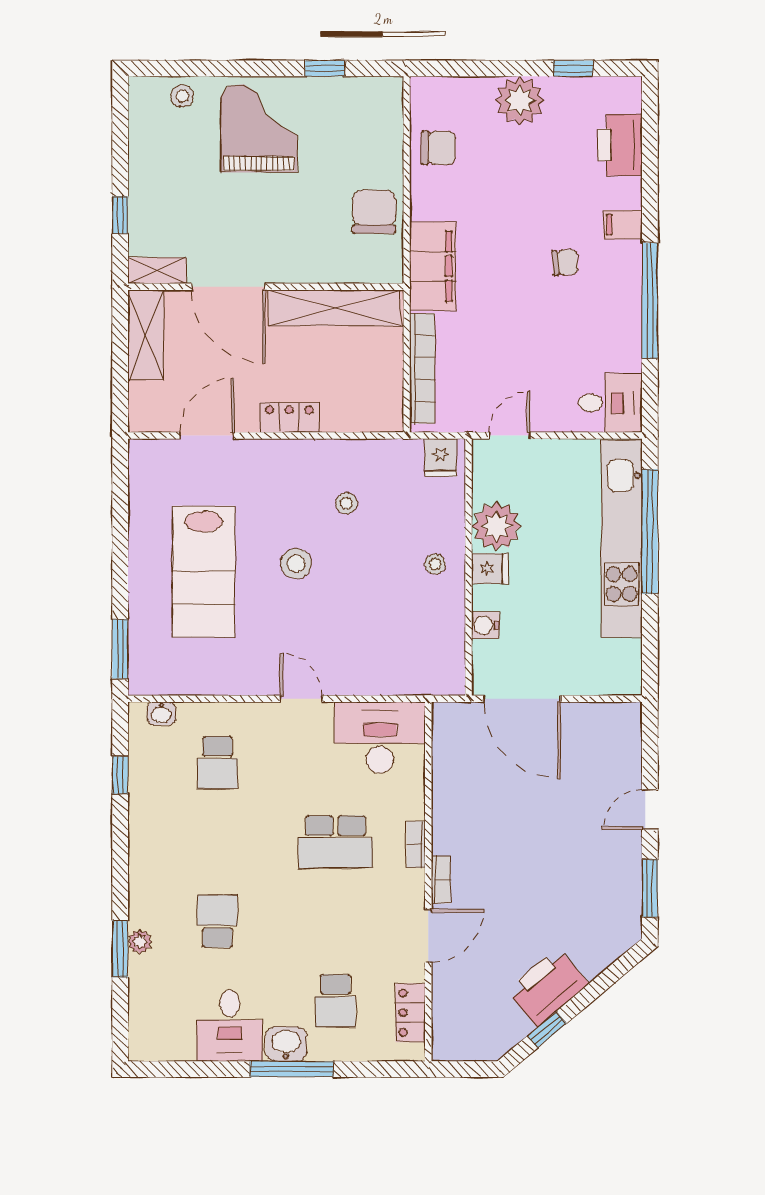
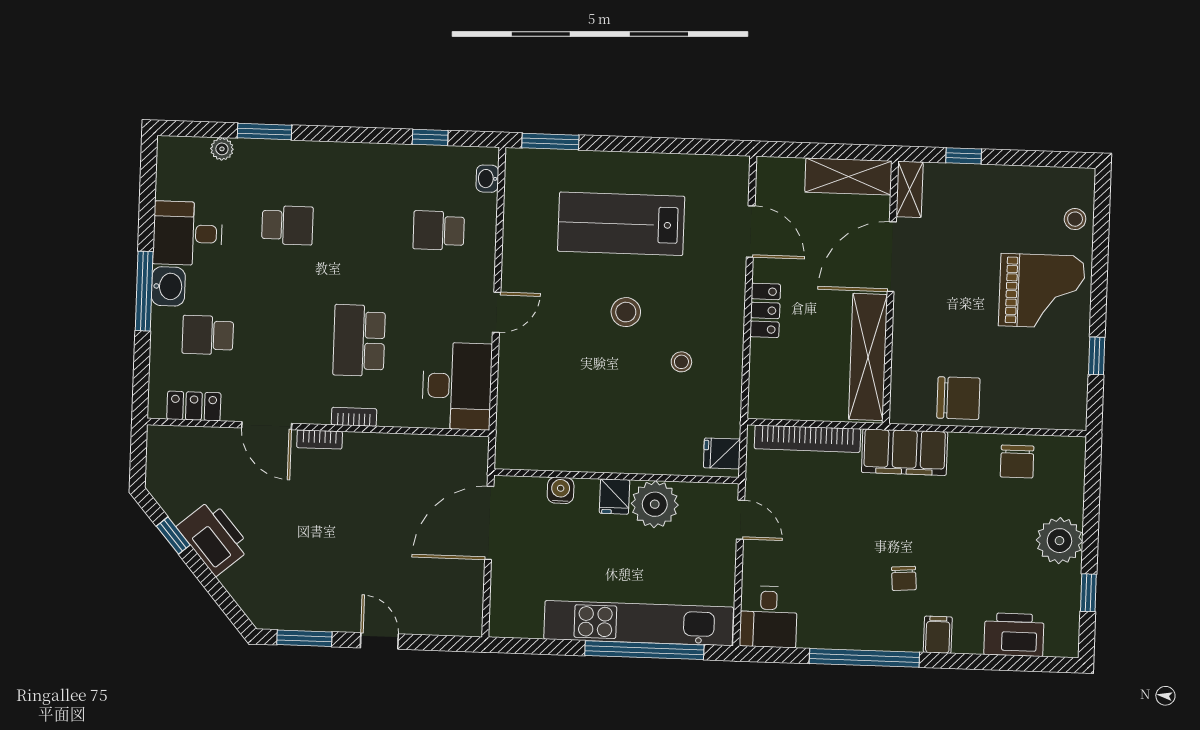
stool: (435, 564) -> (621, 444), removed
plant: (140, 942) -> (222, 149), moved

